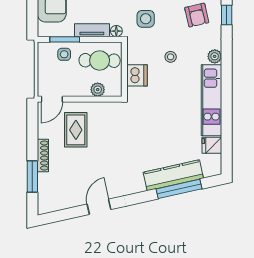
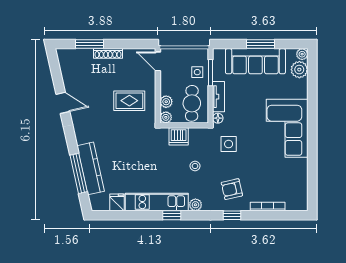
window: (227, 83) -> (172, 215), added
plant: (115, 90) -> (166, 117), added
rug: (76, 130) -> (129, 101), moved

